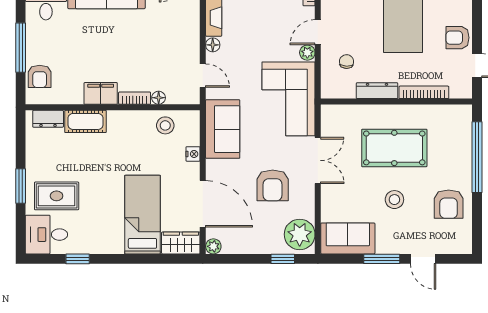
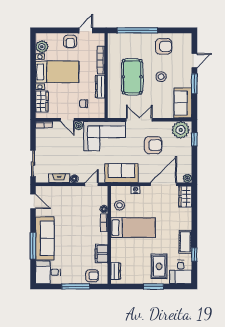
filing cabinet: (101, 93) -> (102, 254), moved
cot: (85, 121) -> (185, 242), moved
bed: (142, 215) -> (133, 228), moved, turned 180

